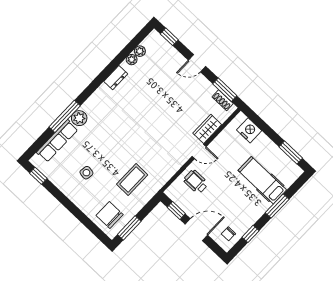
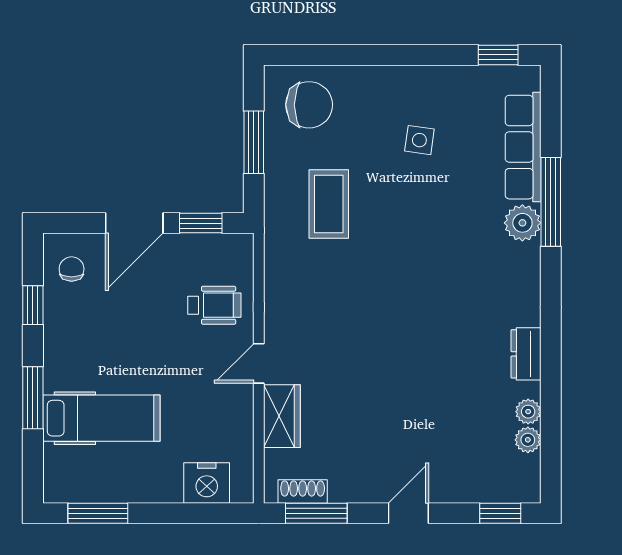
window: (129, 228) -> (254, 142), moved

